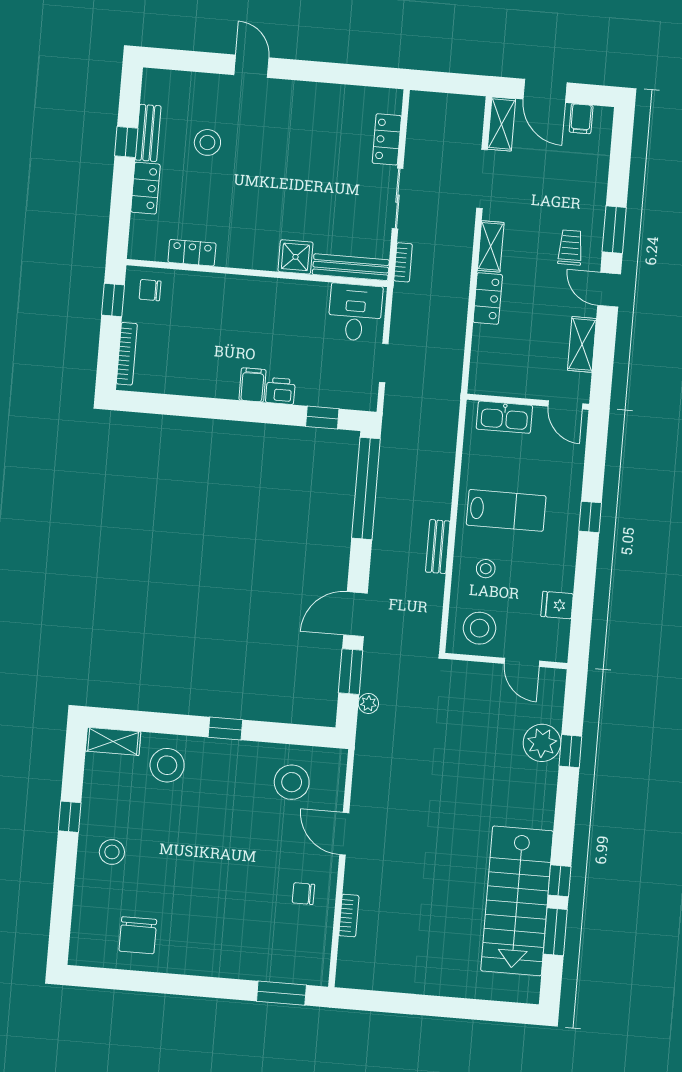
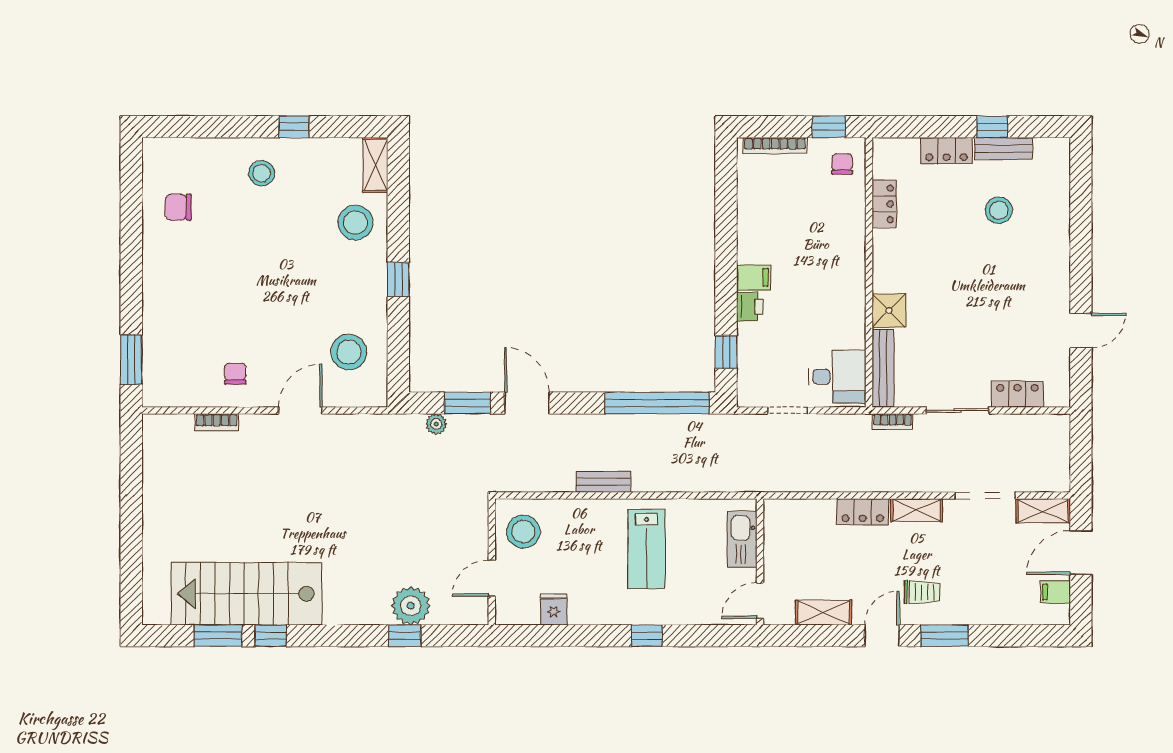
door: (251, 66) -> (1081, 331), moved
stool: (486, 569) -> (585, 533), removed
chair: (138, 935) -> (178, 207), width x0.73, depth x0.73

